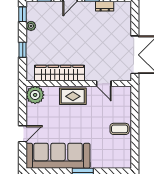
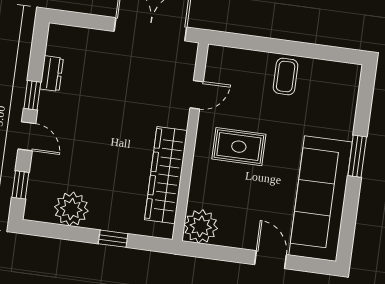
window: (23, 14) -> (46, 230), removed
plant: (31, 26) -> (71, 209), width x1.88, depth x1.88
rug: (73, 96) -> (239, 147), moved, turned 90

